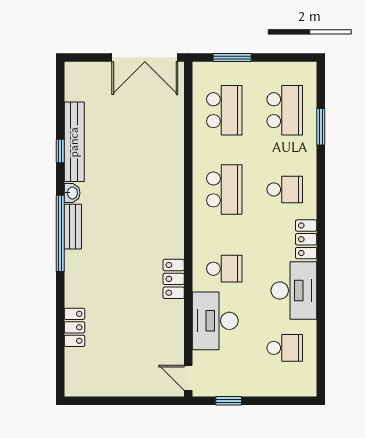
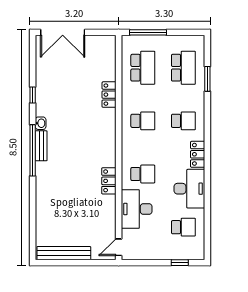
double door: (145, 57) -> (63, 32), moved
window: (232, 57) -> (148, 32), width x1.44
bench: (74, 142) -> (64, 253), moved, turned 90
school desk: (224, 189) -> (143, 121), width x0.54
locker: (75, 327) -> (109, 95), moved, turned 180
door: (188, 378) -> (119, 247), hinge flipped
window: (229, 401) -> (180, 263), moved

